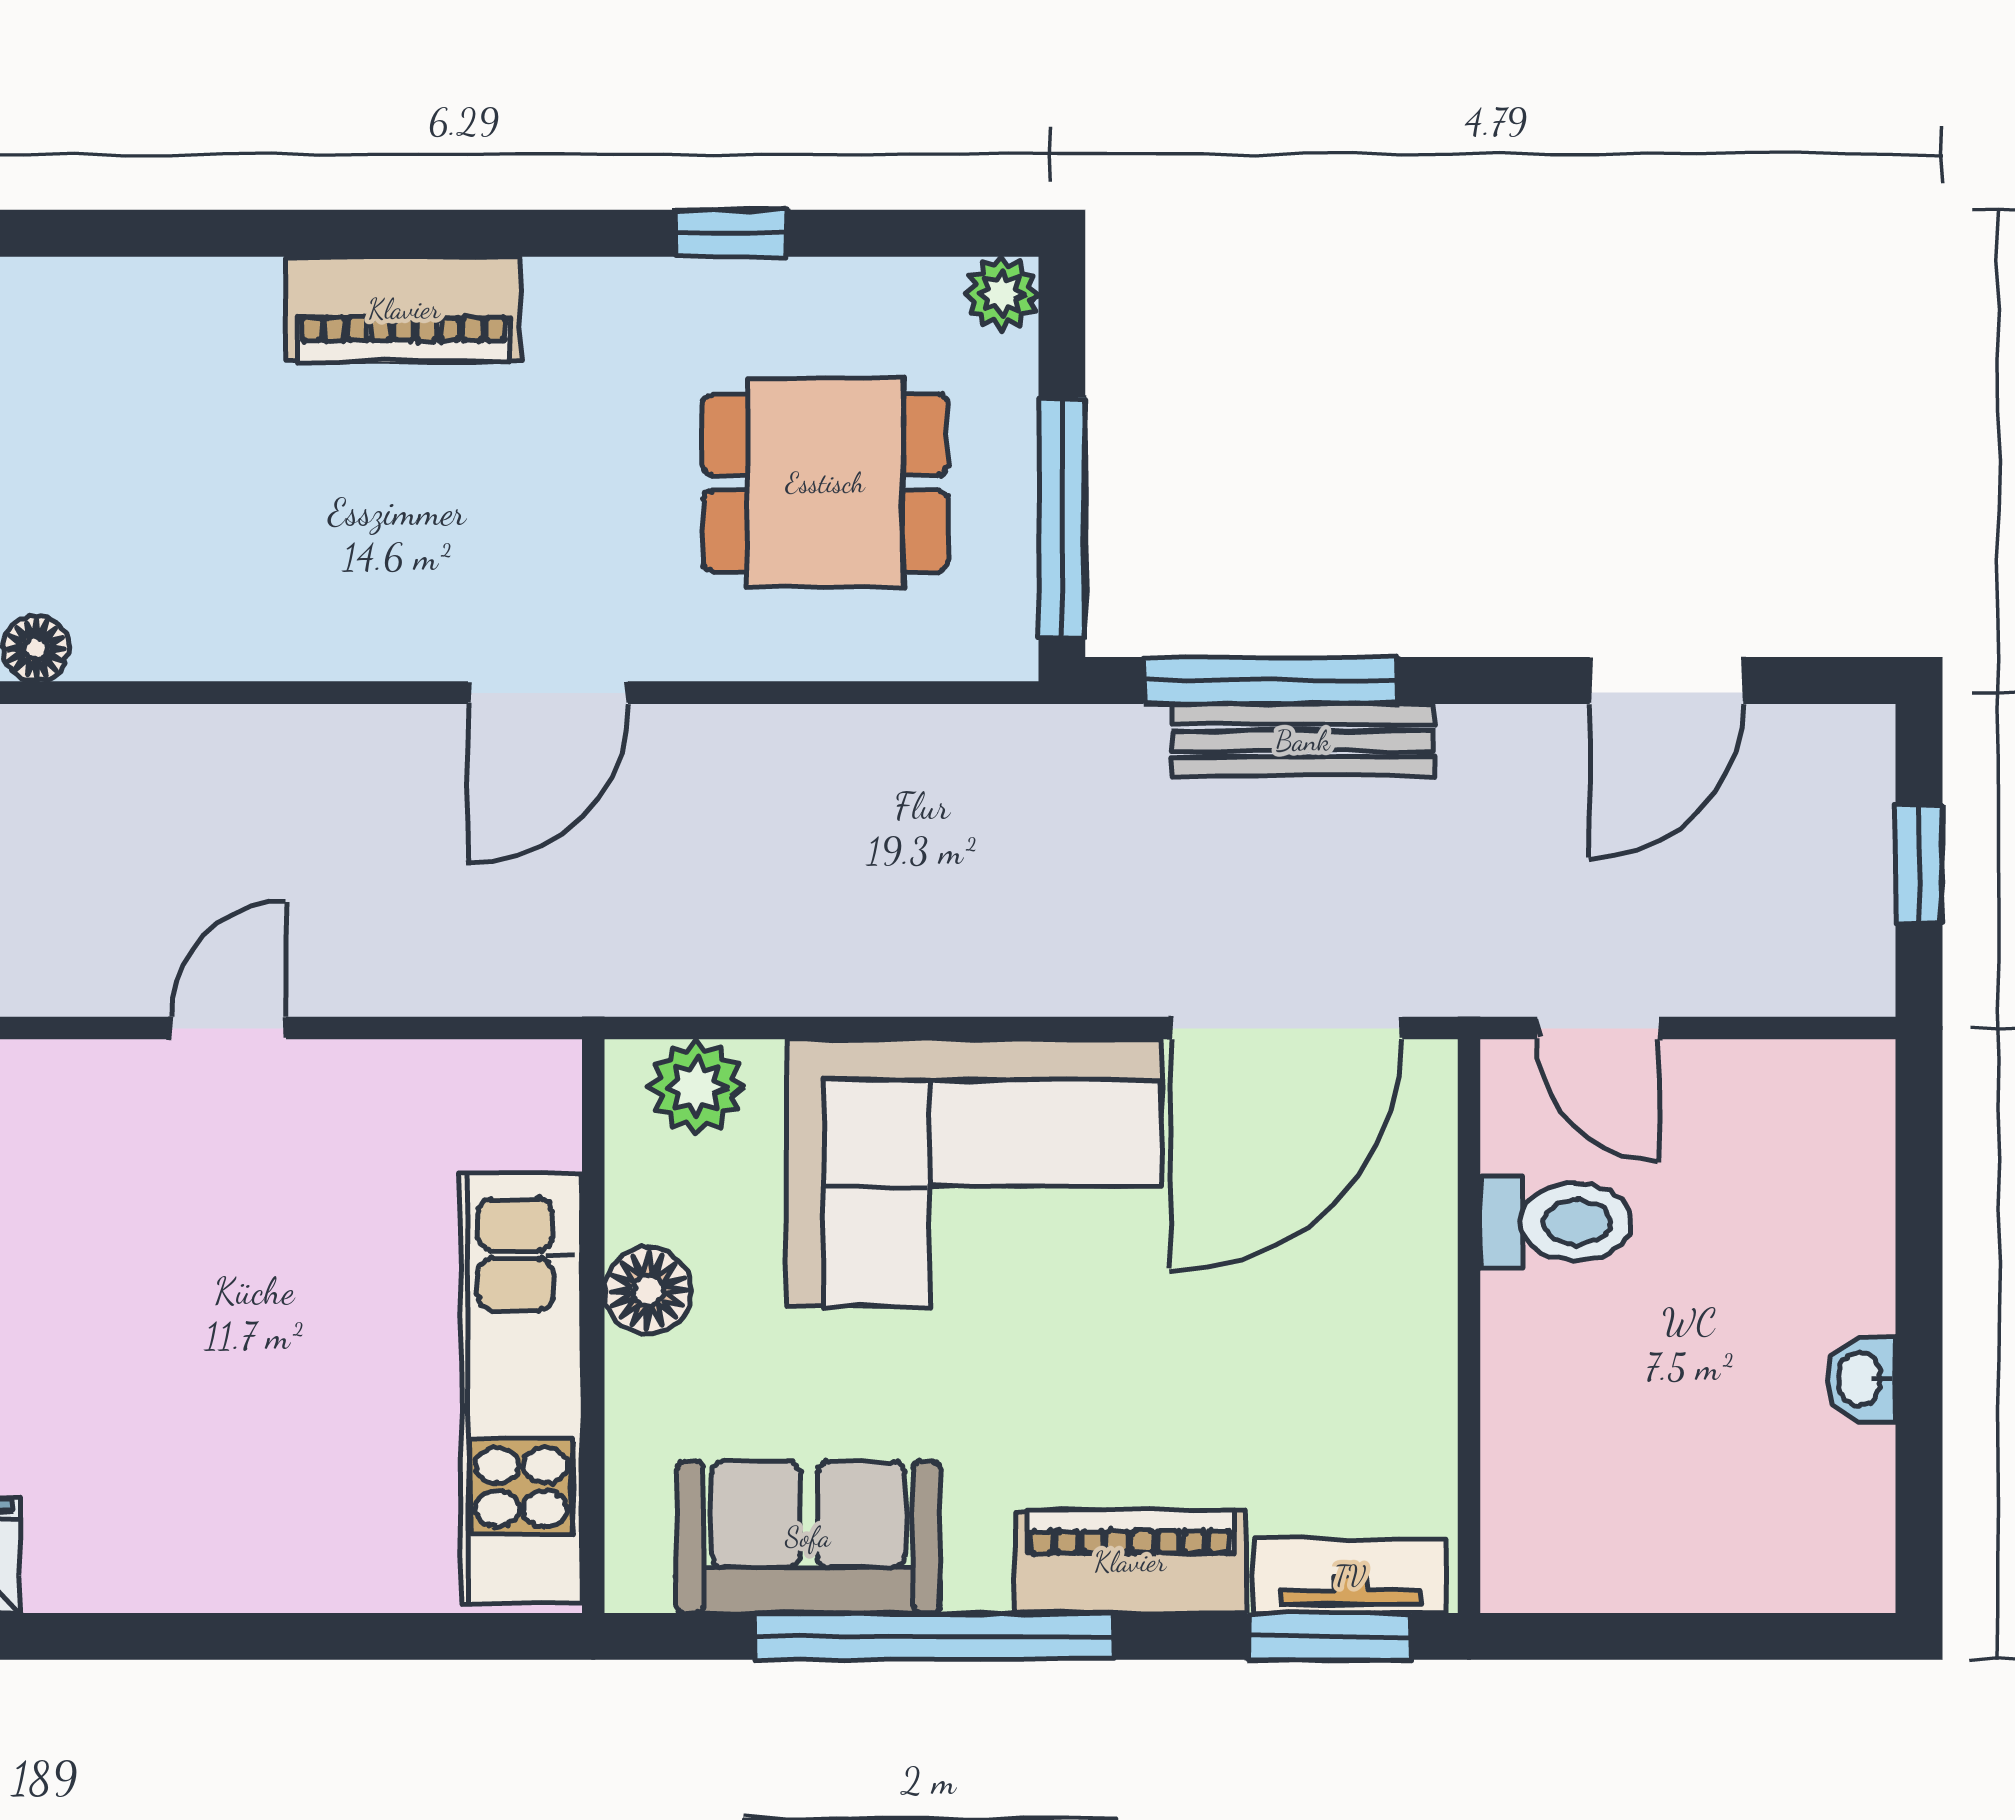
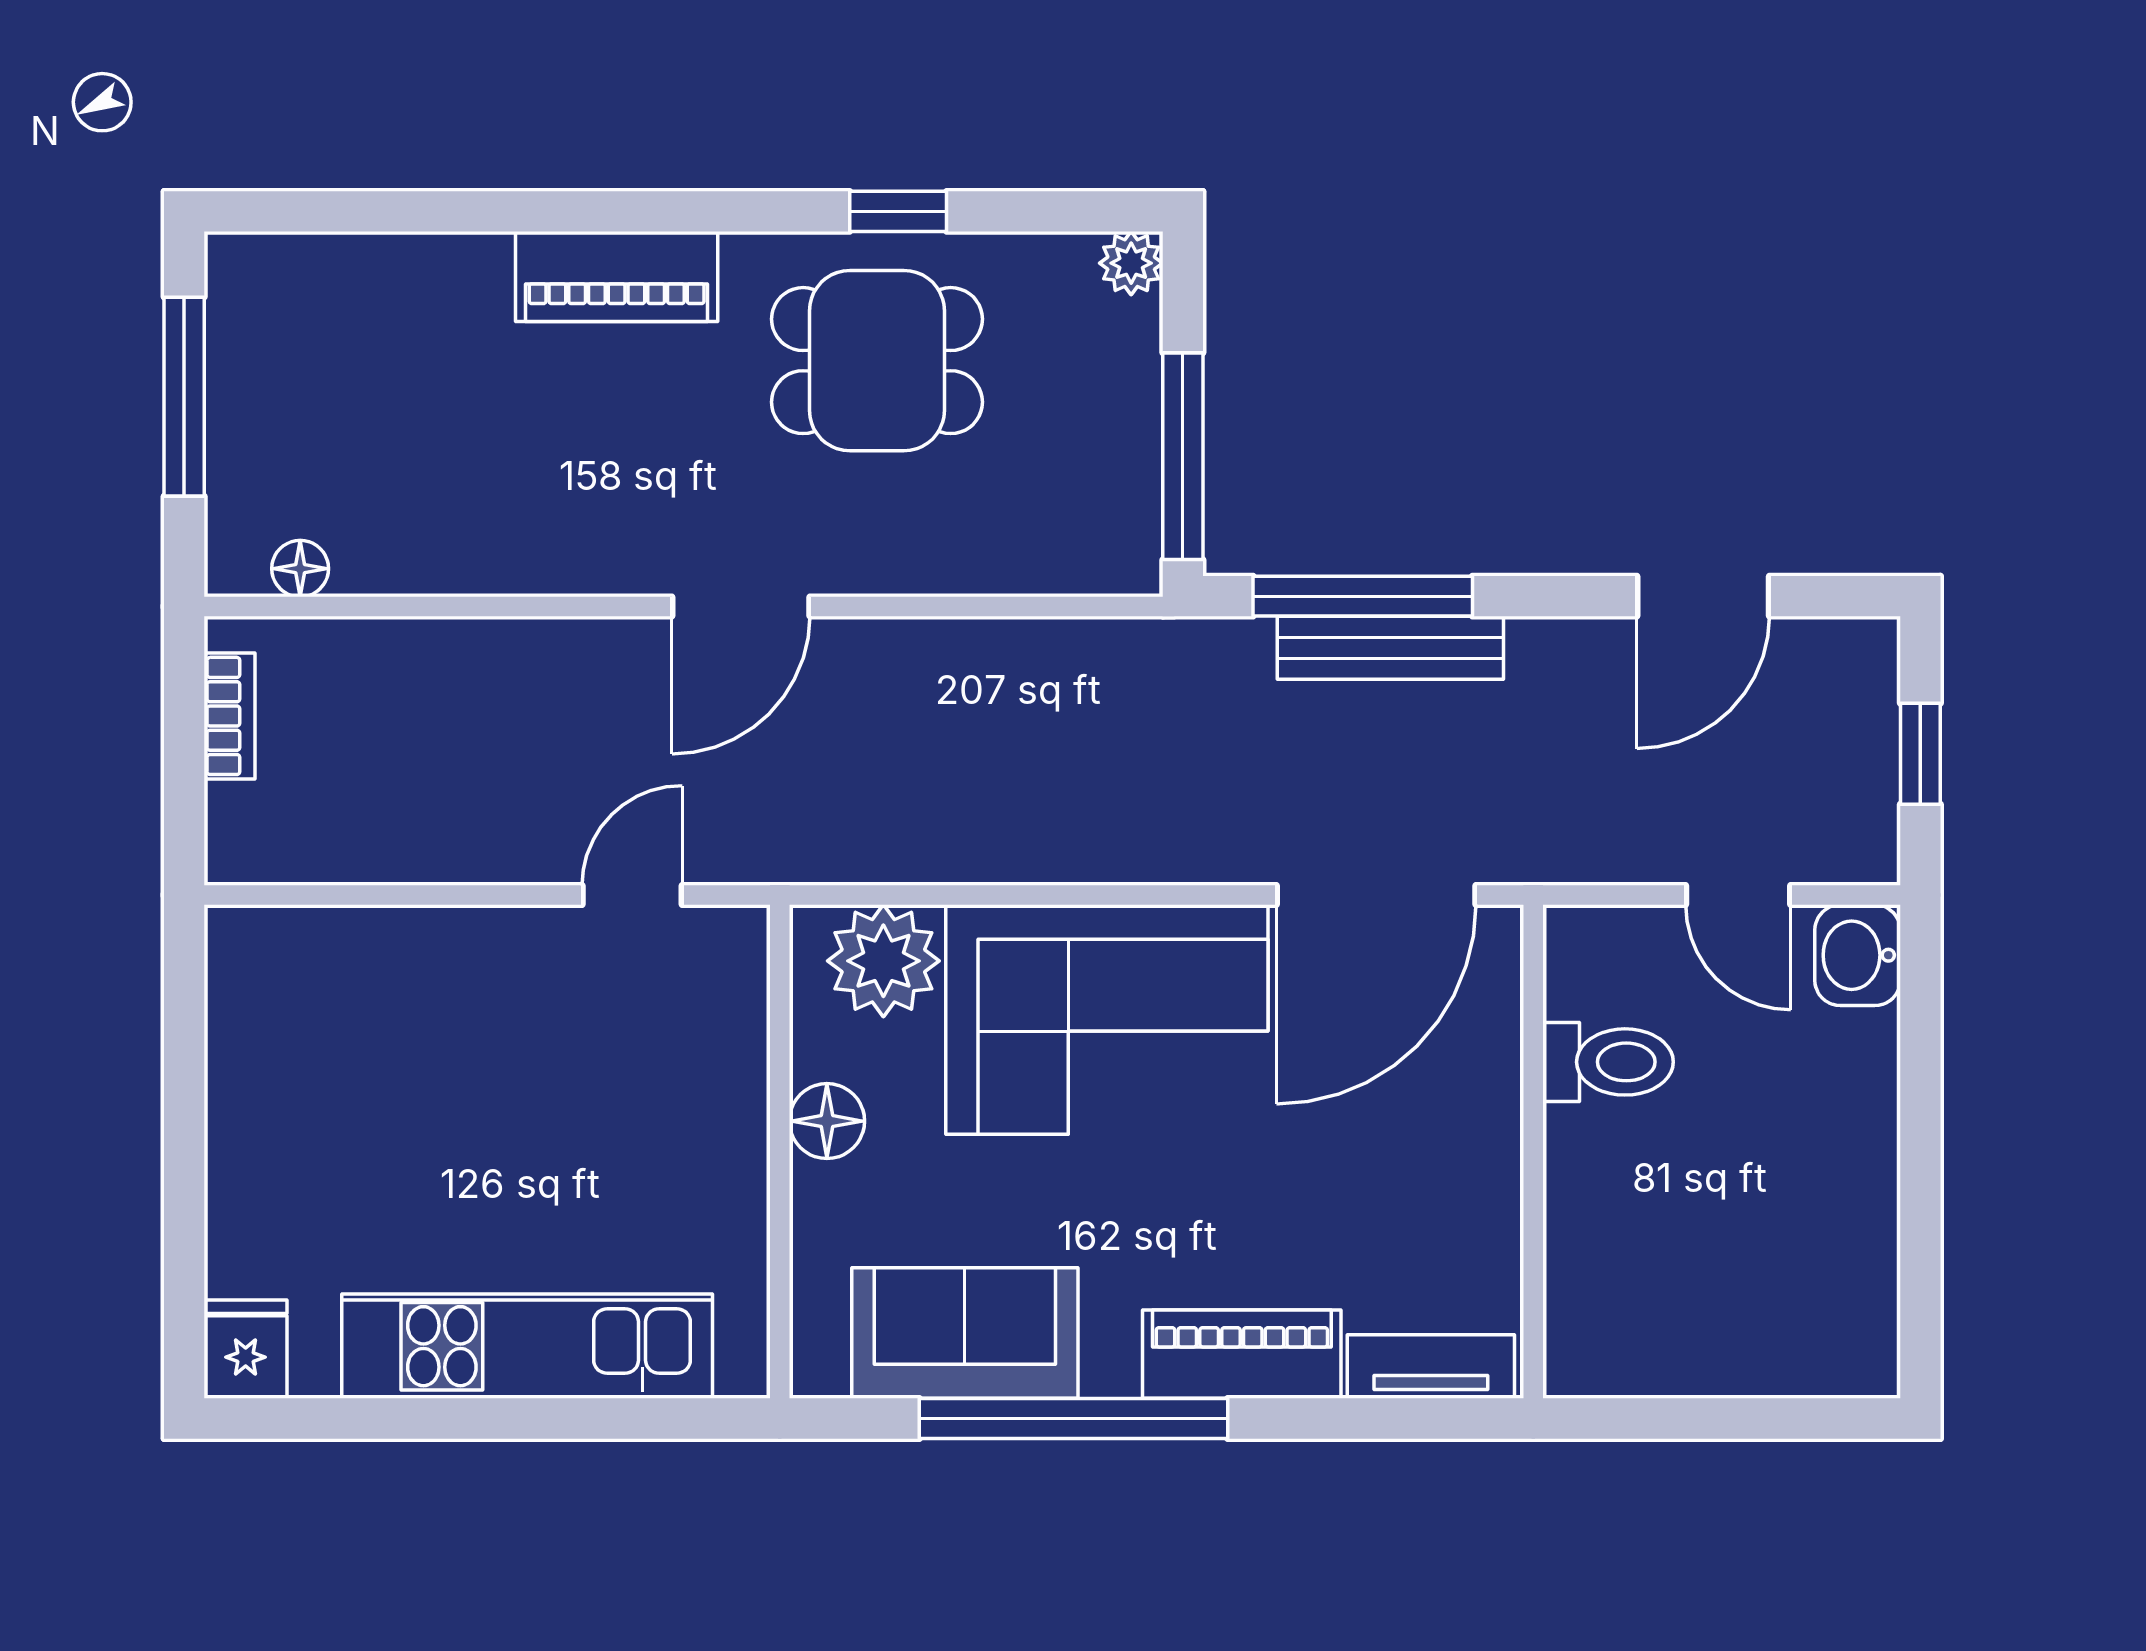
dining table: (825, 483) -> (877, 361), moved
door: (228, 1028) -> (632, 895), moved
door: (1598, 1028) -> (1738, 895), moved
plant: (696, 1087) -> (883, 961), width x1.36, depth x1.36
washbasin: (1861, 1379) -> (1858, 955), moved, width x1.38, depth x1.45
kitchen unit: (521, 1388) -> (527, 1346), moved, turned 90
window: (1330, 1636) -> (1413, 1418), removed

